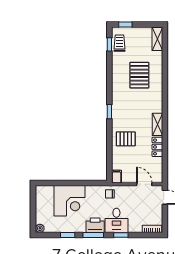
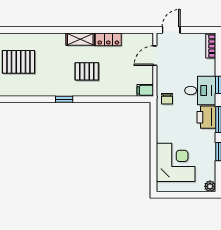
pallet: (126, 139) -> (87, 71), moved, turned 90
corner desk: (70, 201) -> (176, 162), moved

